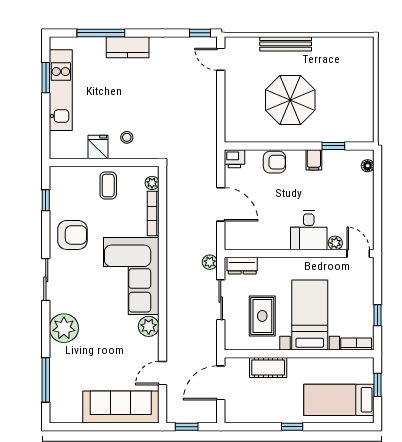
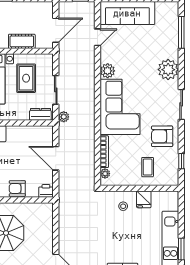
coffee table: (108, 186) -> (148, 167), moved

